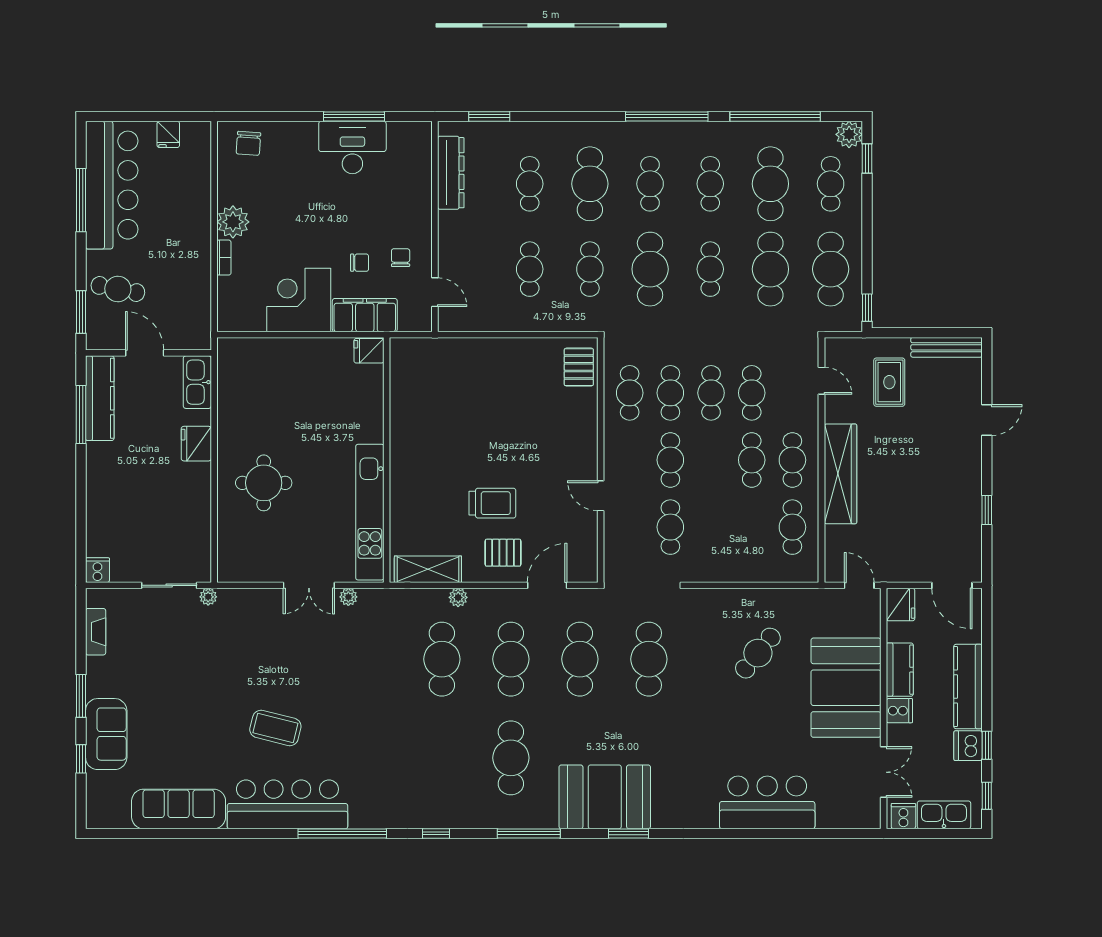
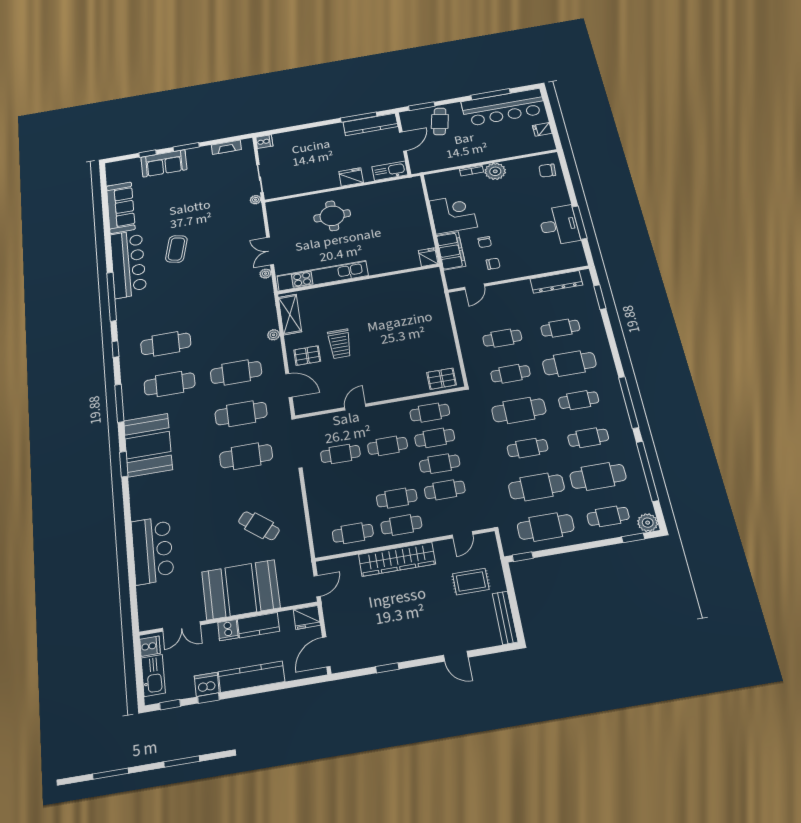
pallet: (503, 553) -> (307, 356), turned 90
cafe table: (442, 659) -> (166, 344), moved

